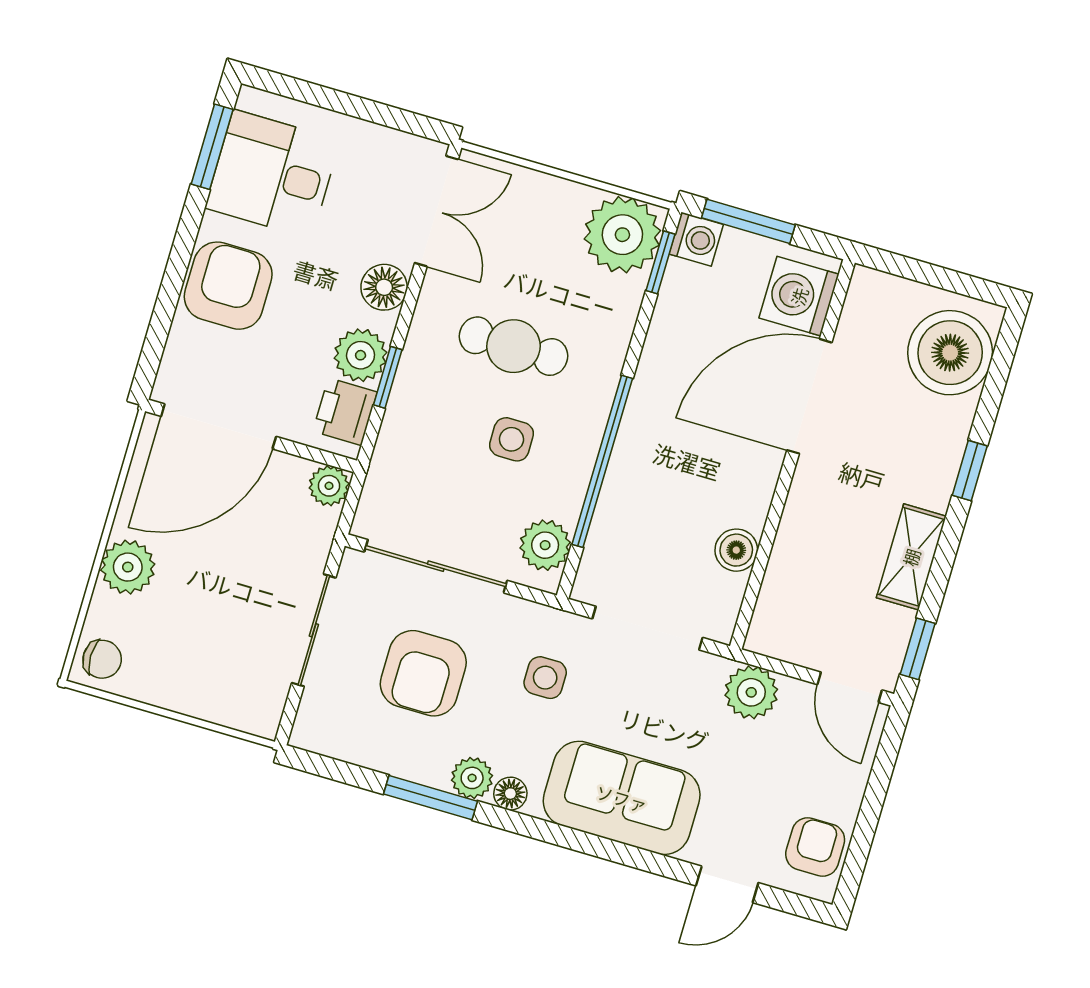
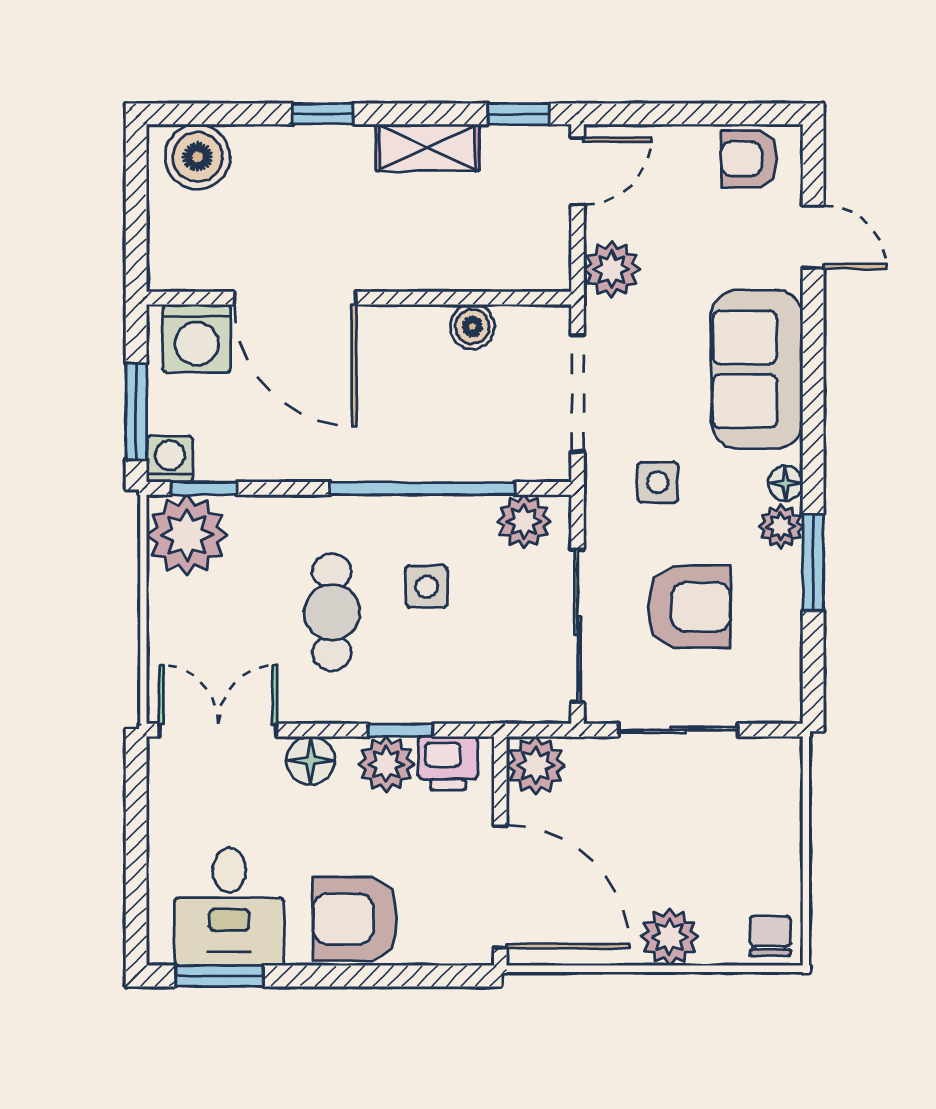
boiler: (950, 353) -> (197, 157), width x0.73, depth x0.73
plant: (329, 486) -> (536, 765), width x1.38, depth x1.38

